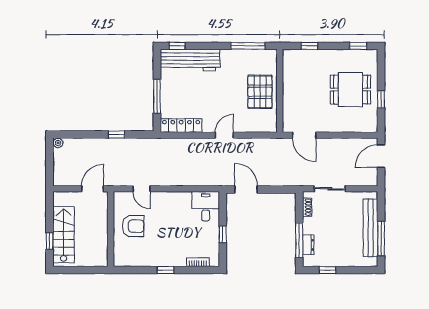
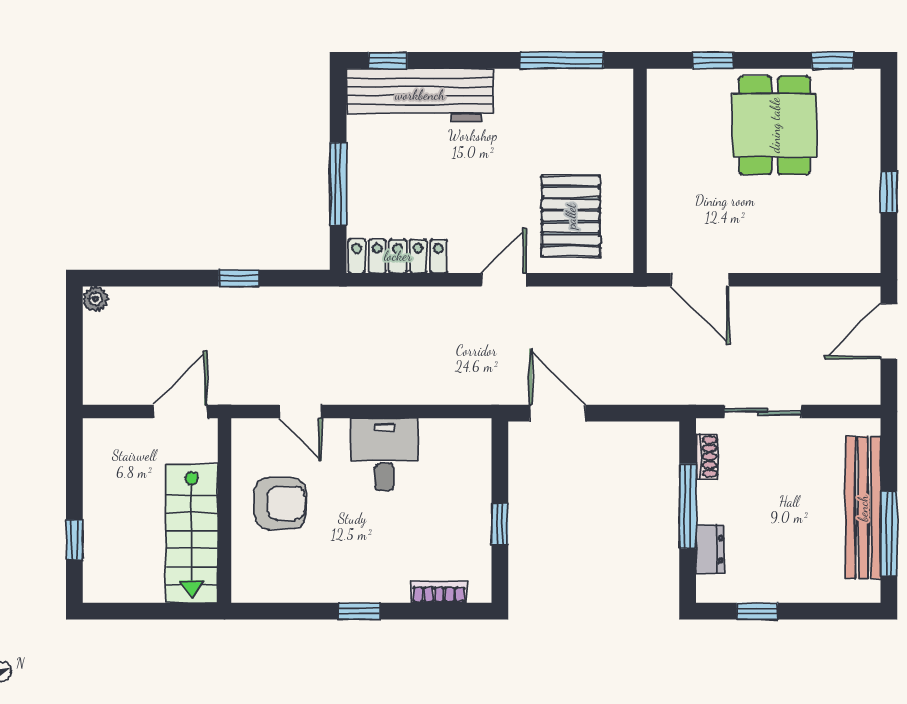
dining table: (350, 90) -> (775, 125), moved, turned 90
pallet: (260, 92) -> (571, 216), moved
desk: (206, 206) -> (384, 454), moved
stairs: (64, 235) -> (192, 534), moved, turned 180
window: (299, 240) -> (688, 506), moved

